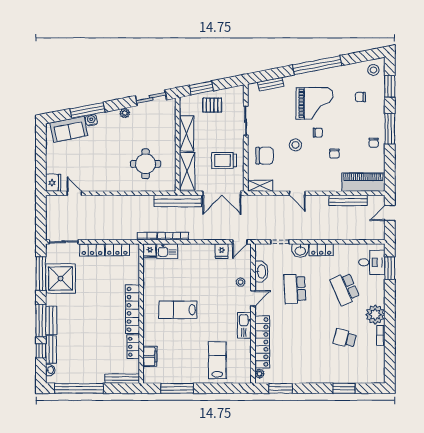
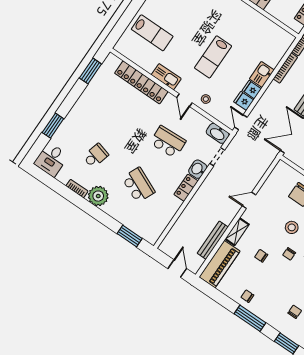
shelving: (260, 186) -> (237, 232), moved
fridge: (150, 251) -> (252, 90), moved
kitchen sink: (167, 251) -> (262, 74), moved
desk: (372, 262) -> (51, 160), moved
washbasin: (261, 271) -> (218, 133), moved
school desk: (345, 289) -> (138, 185), turned 48
lab bench: (178, 310) -> (213, 57), moved, turned 180
plant: (260, 374) -> (116, 61), removed

